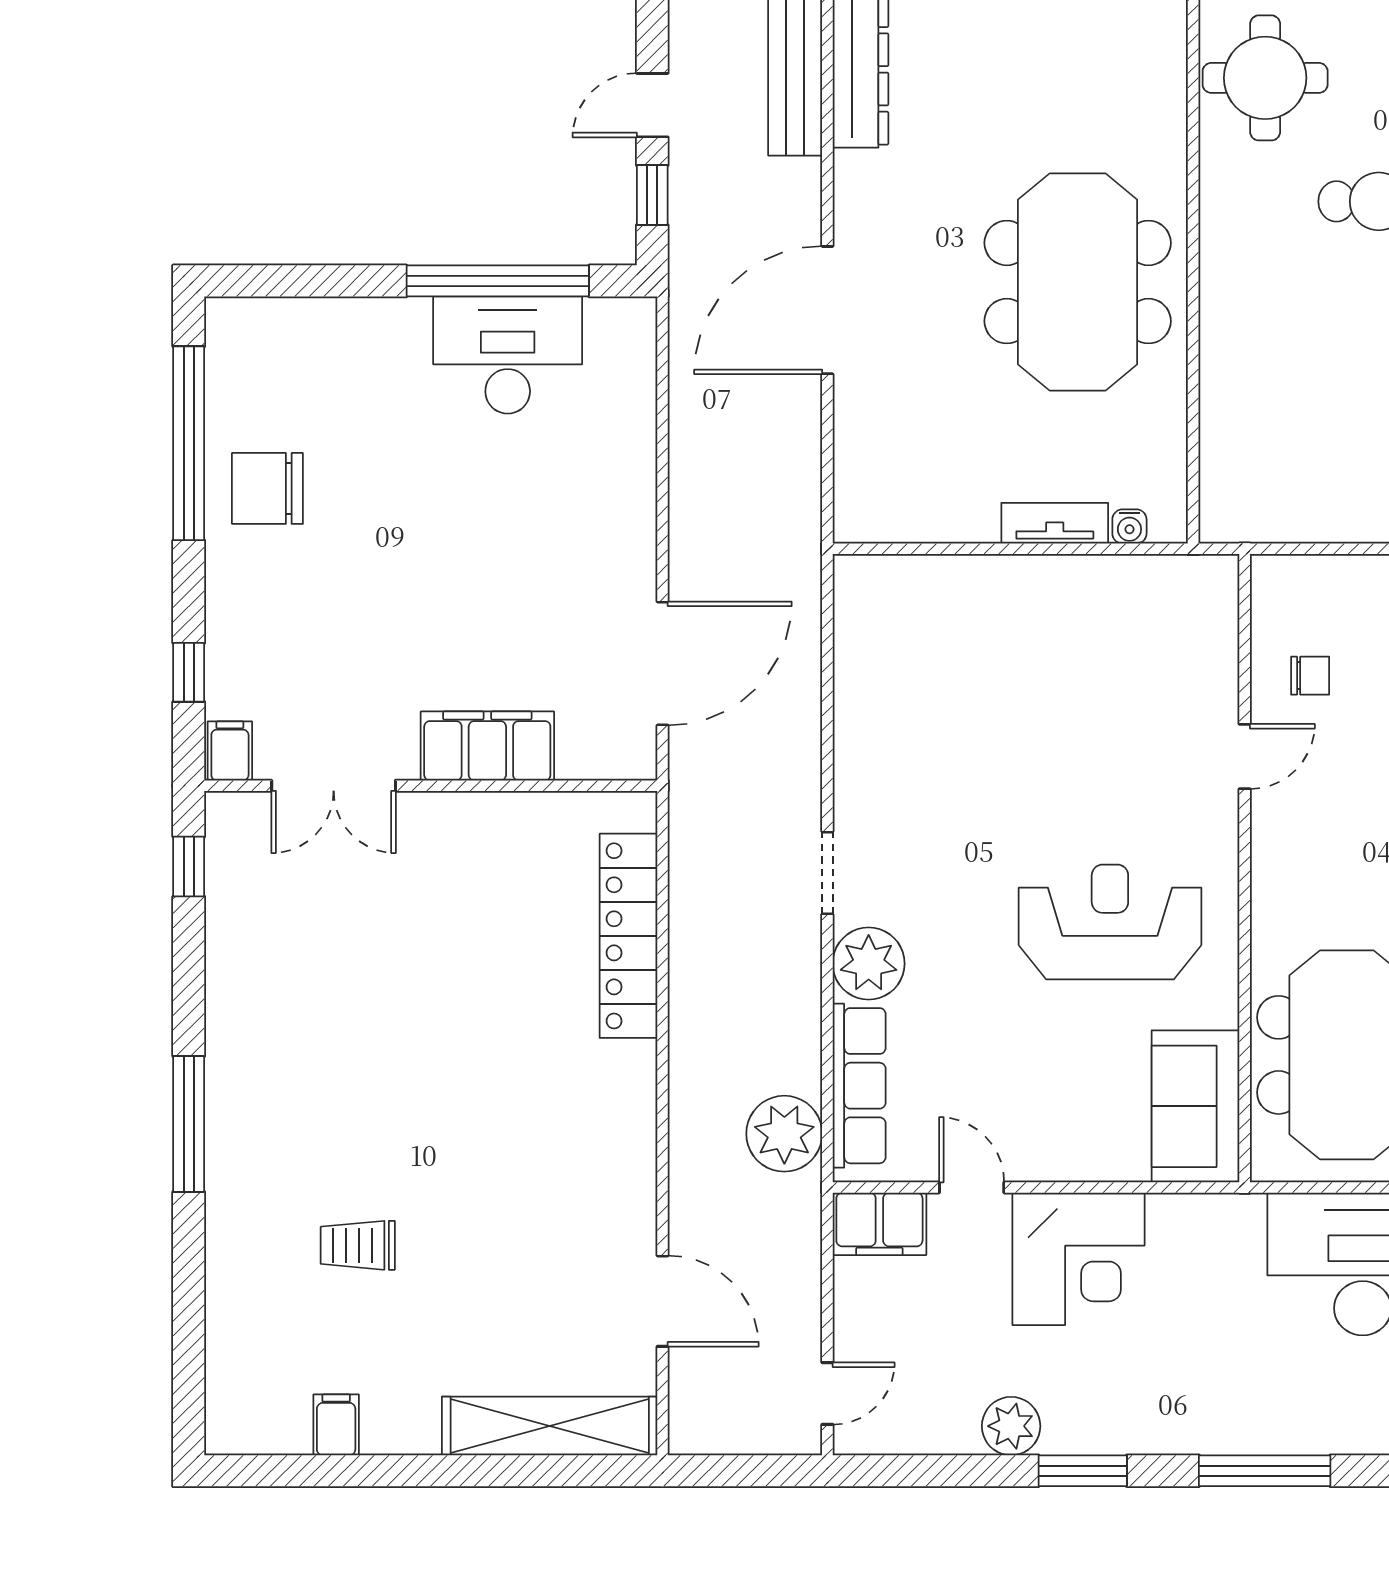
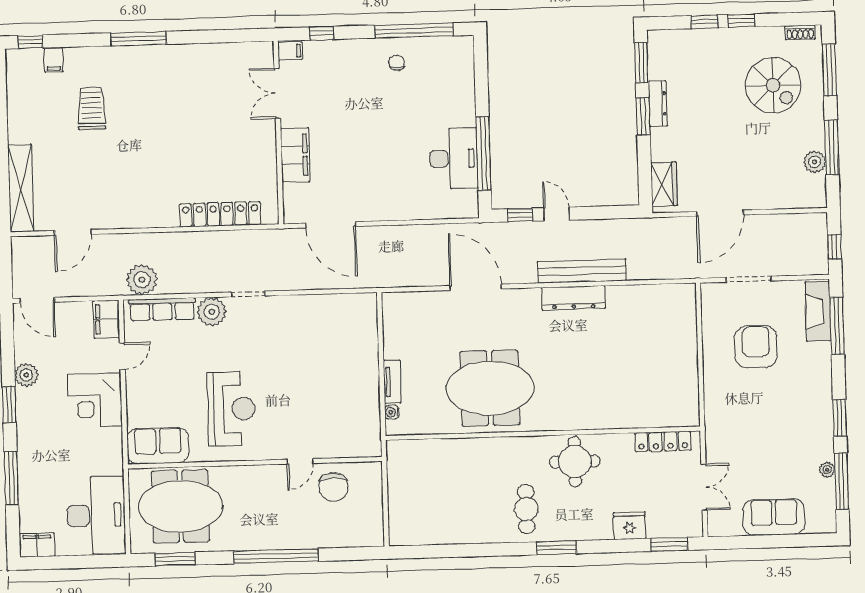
chair: (267, 488) -> (397, 63), width x0.54, depth x0.54
chair: (1310, 676) -> (334, 487), width x1.87, depth x1.87
door: (1245, 756) -> (300, 461), hinge flipped
window: (189, 867) -> (30, 42), moved
trolley: (358, 1245) -> (92, 108), width x1.36, depth x1.39
door: (827, 1394) -> (37, 300), width x1.37
filing cabinet: (336, 1425) -> (54, 60), moved, turned 90

